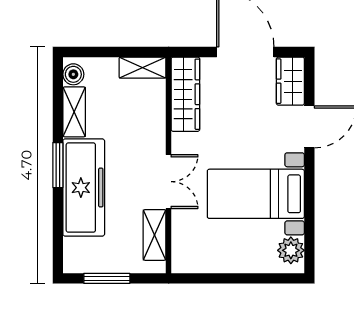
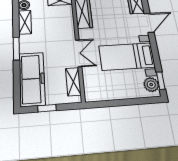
freezer: (84, 188) -> (32, 79), moved
window: (309, 244) -> (161, 81), added
window: (107, 278) -> (47, 108), width x0.67

